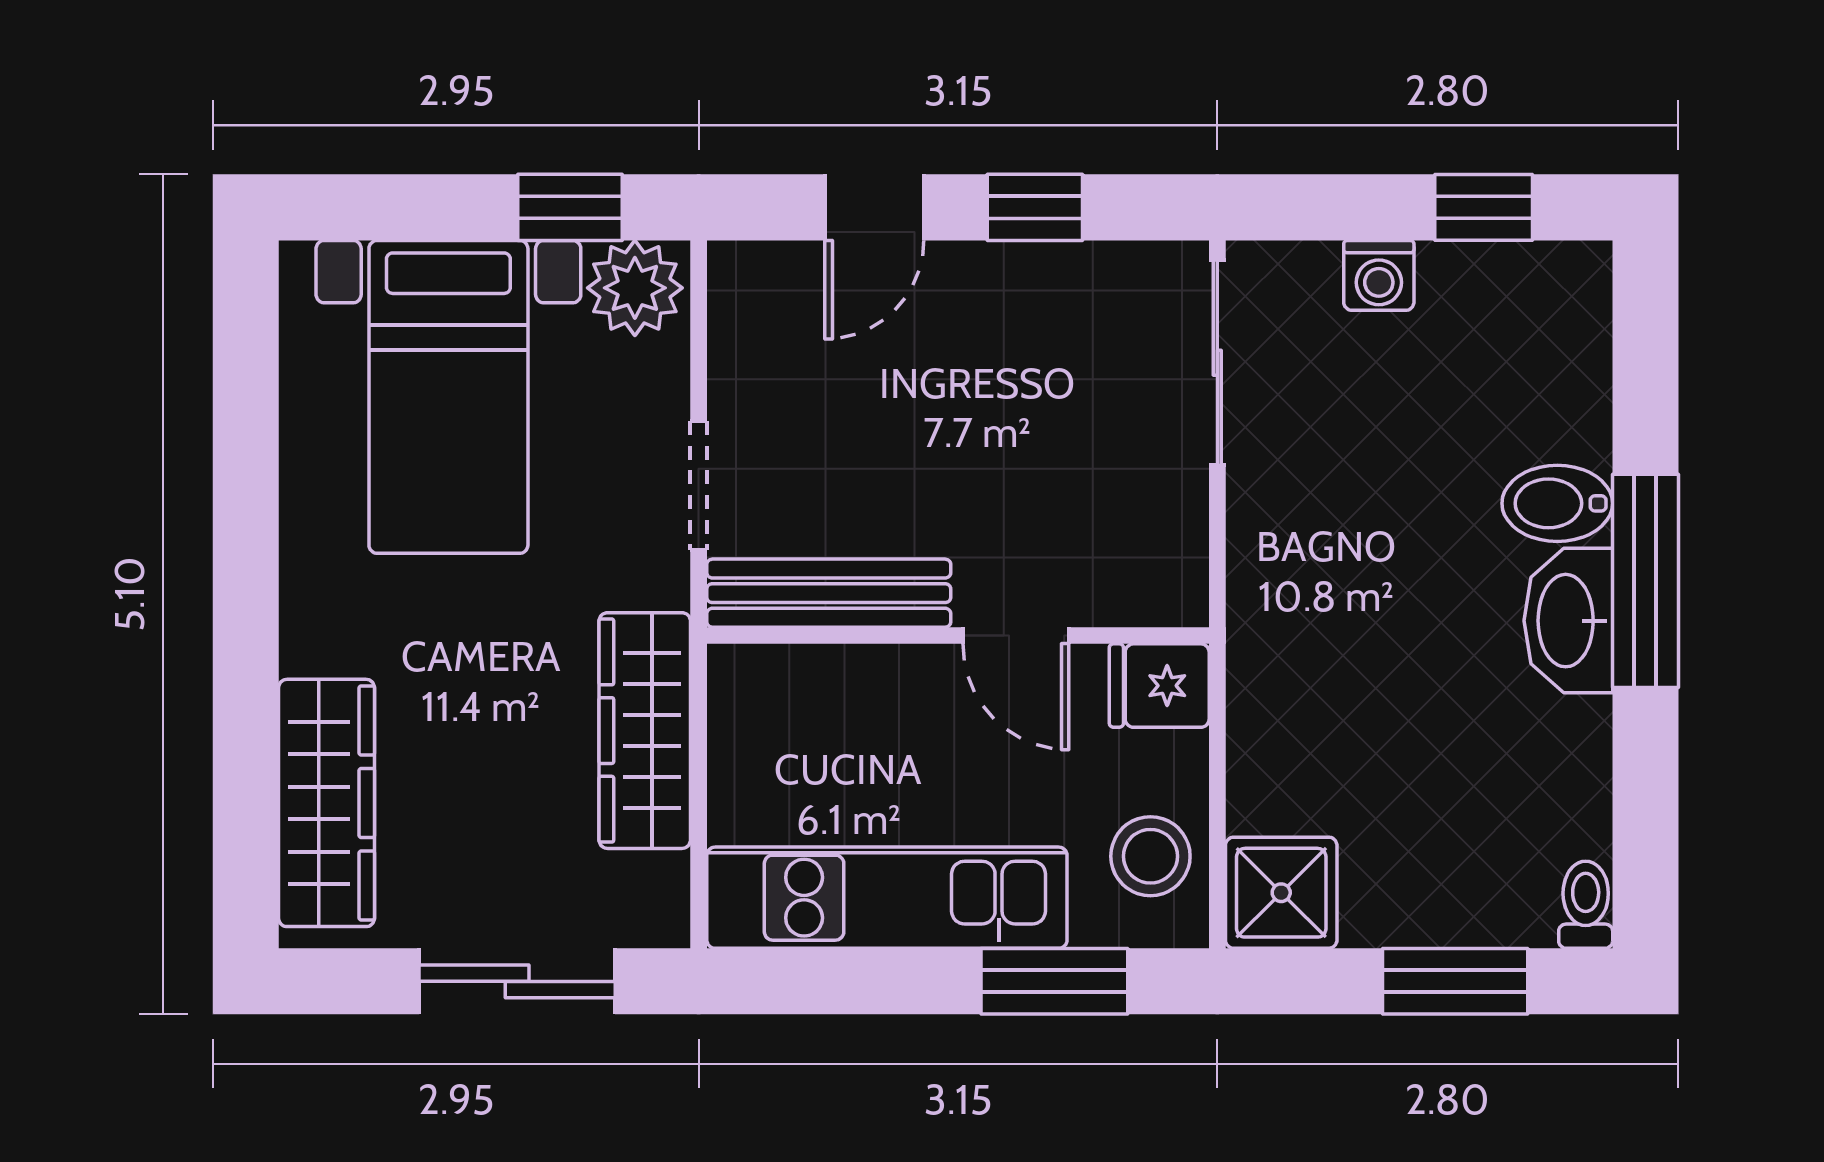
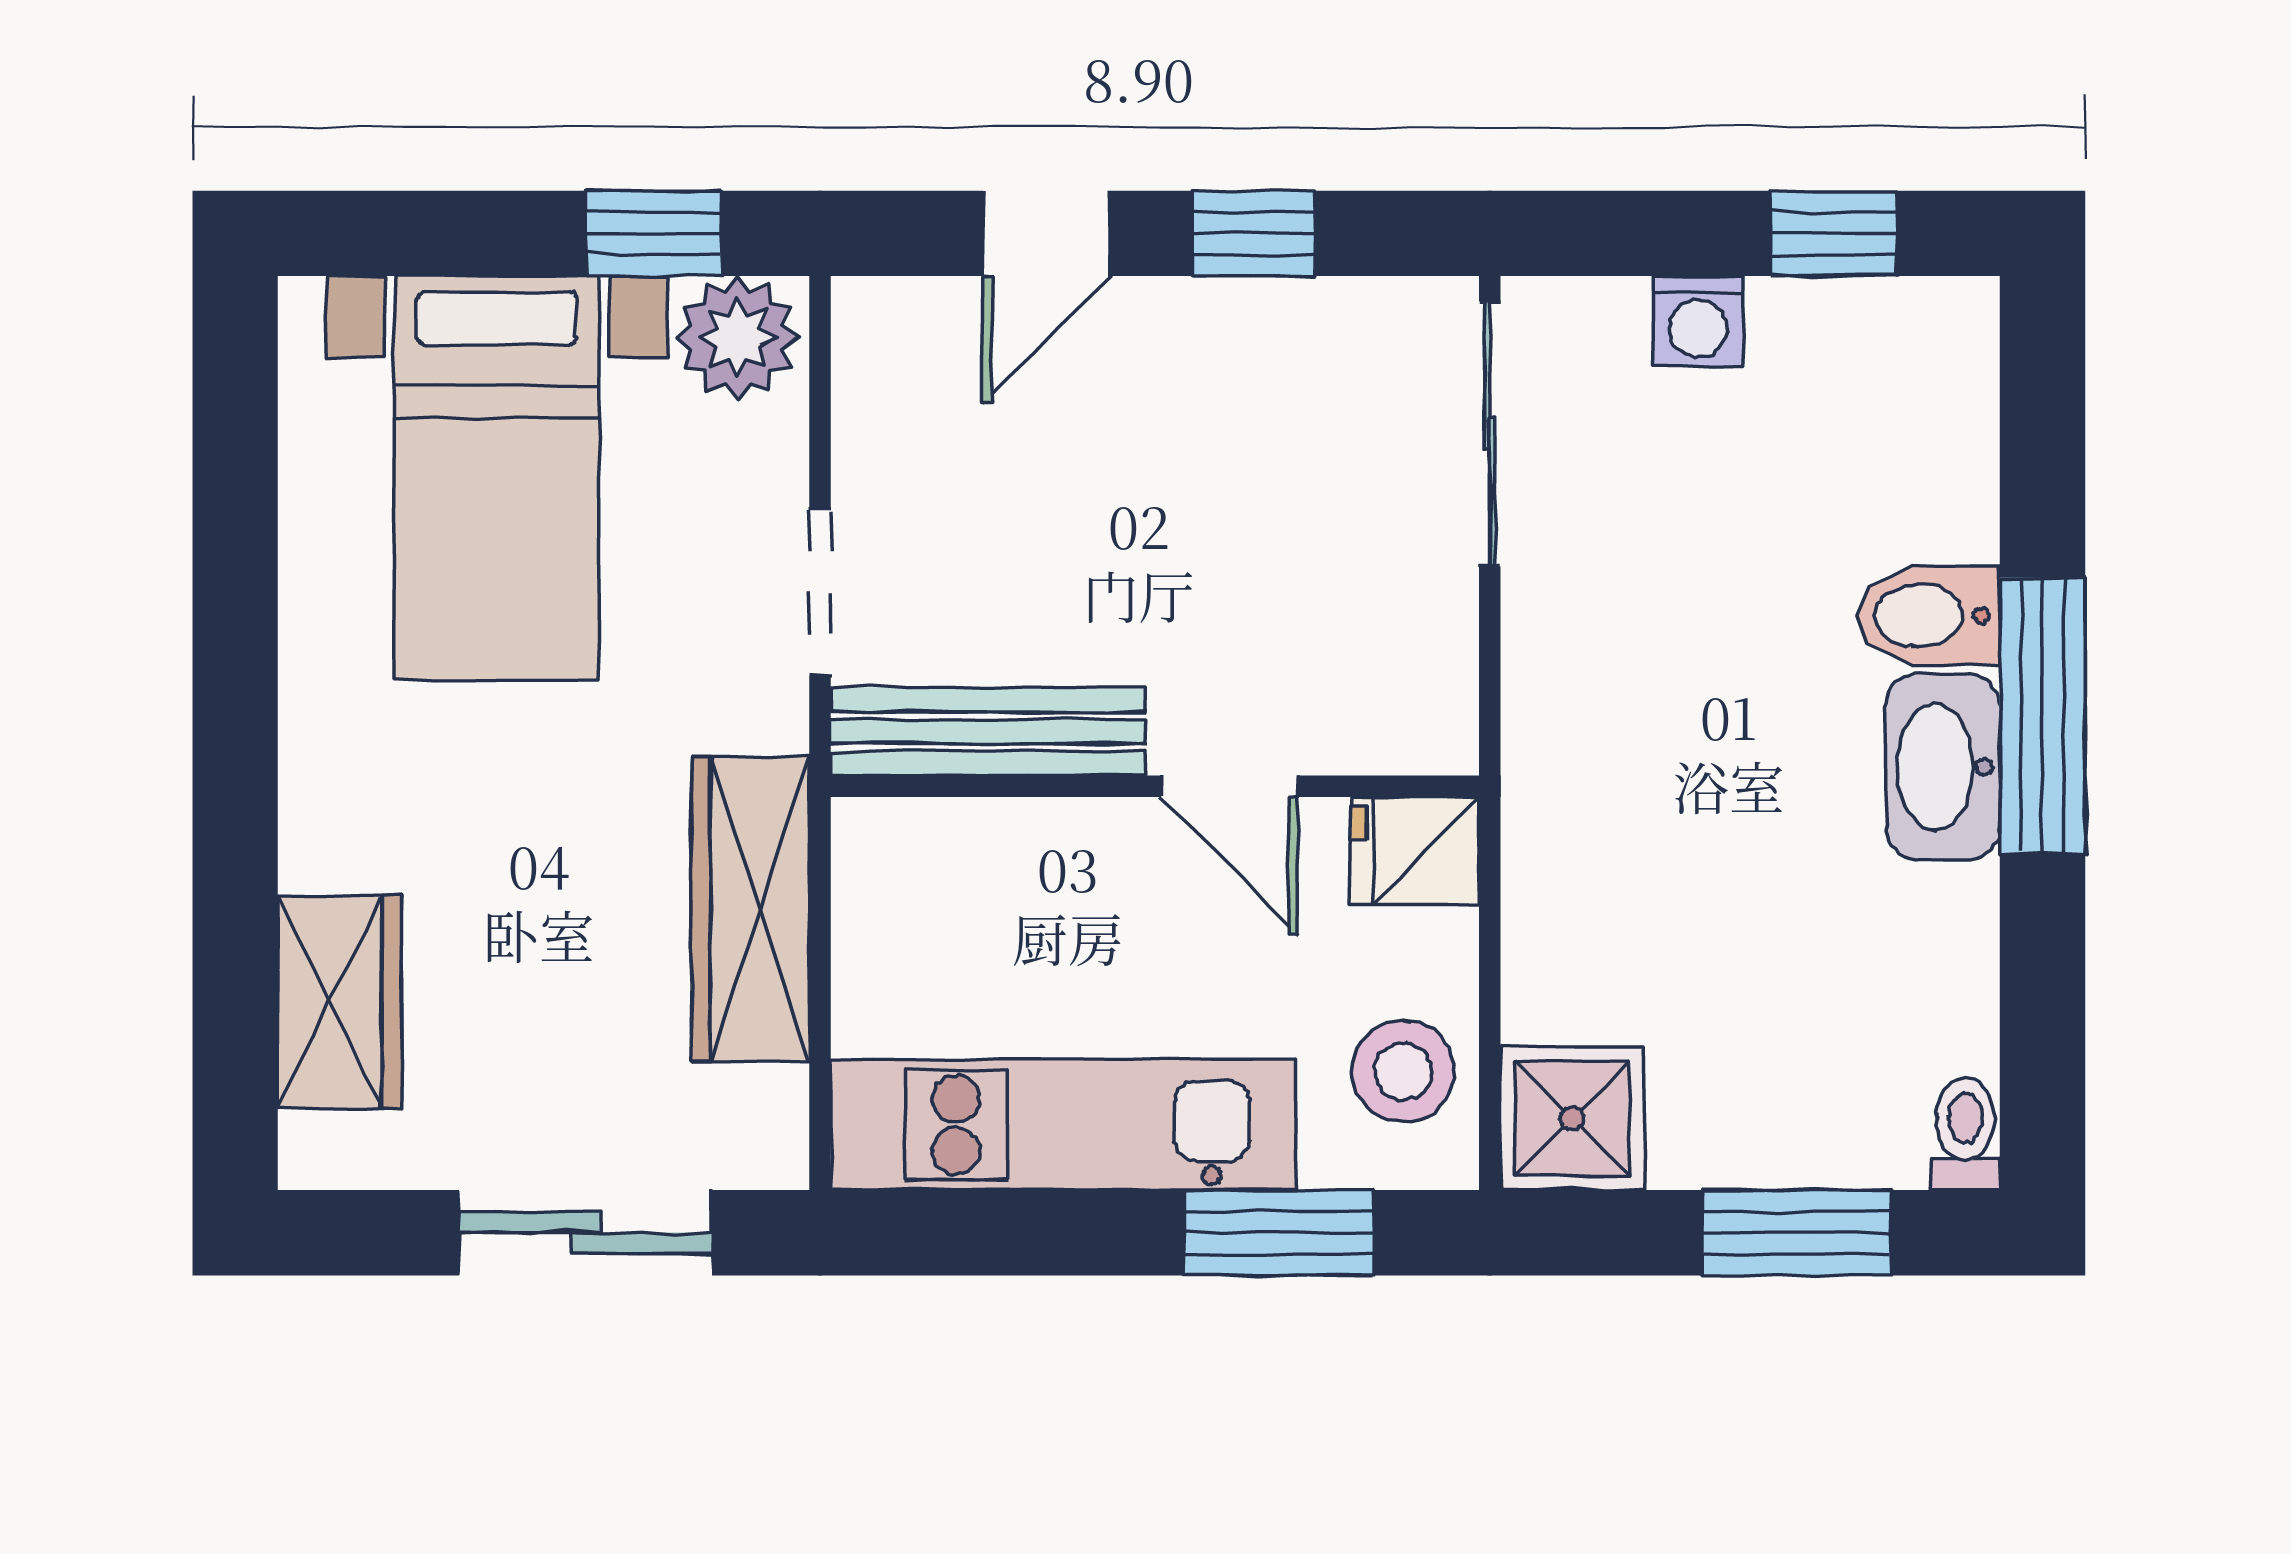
wardrobe: (327, 803) -> (340, 1002), width x0.67

